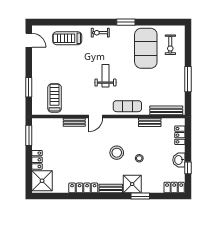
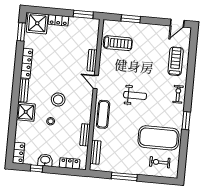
bench: (166, 110) -> (95, 152), width x0.73
window: (140, 196) -> (21, 32), moved

